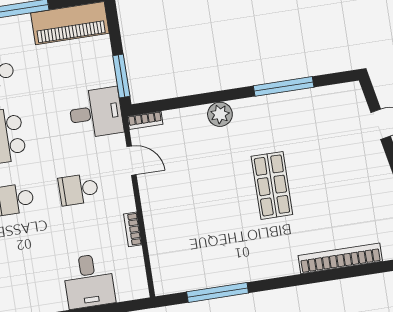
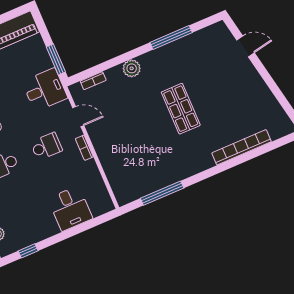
bookcase: (145, 120) -> (93, 81), moved
school desk: (78, 189) -> (46, 146), turned 180
bookcase: (133, 229) -> (84, 148), moved

